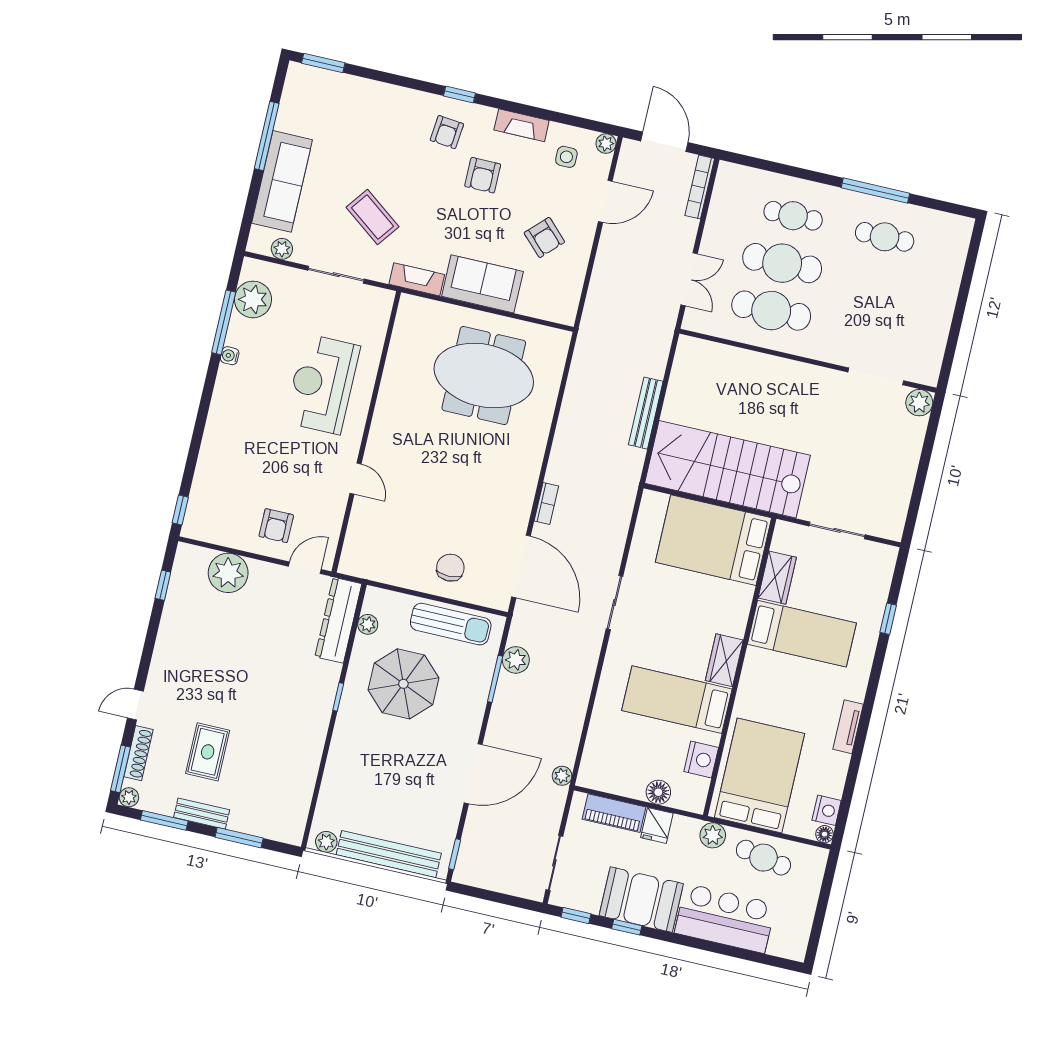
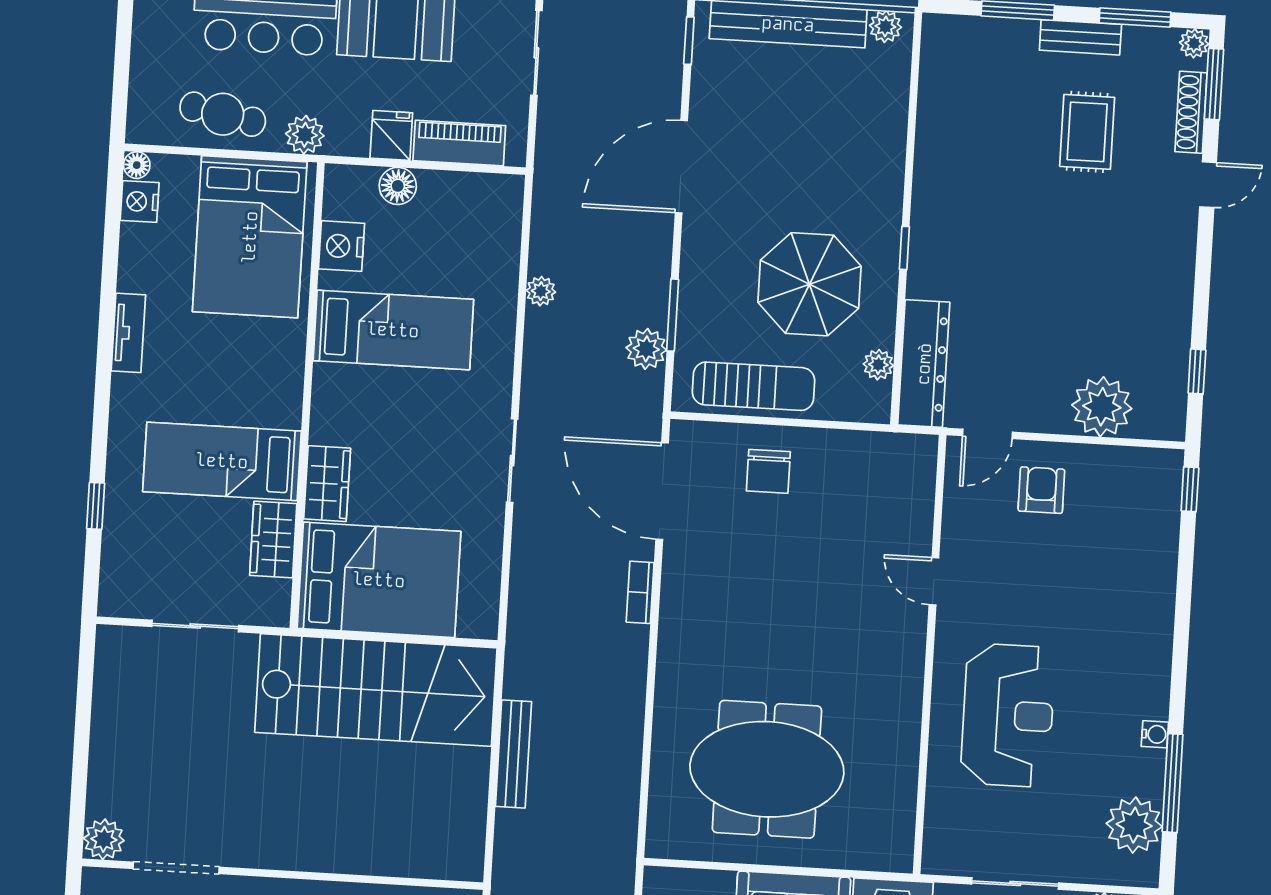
sun lounger: (451, 624) -> (753, 386), turned 180
wardrobe: (724, 660) -> (327, 484), moved
plant: (562, 776) -> (541, 291), moved

